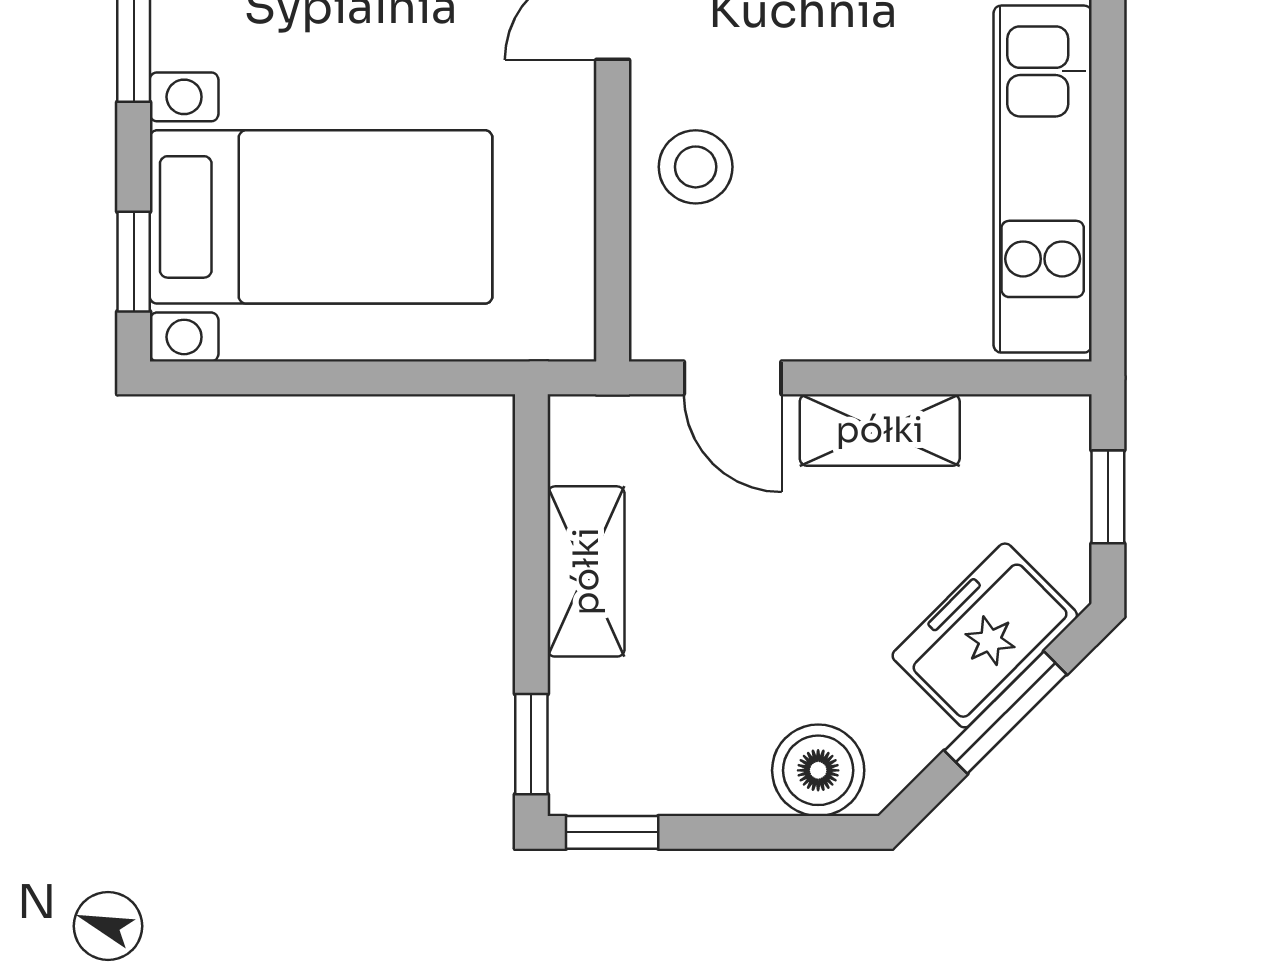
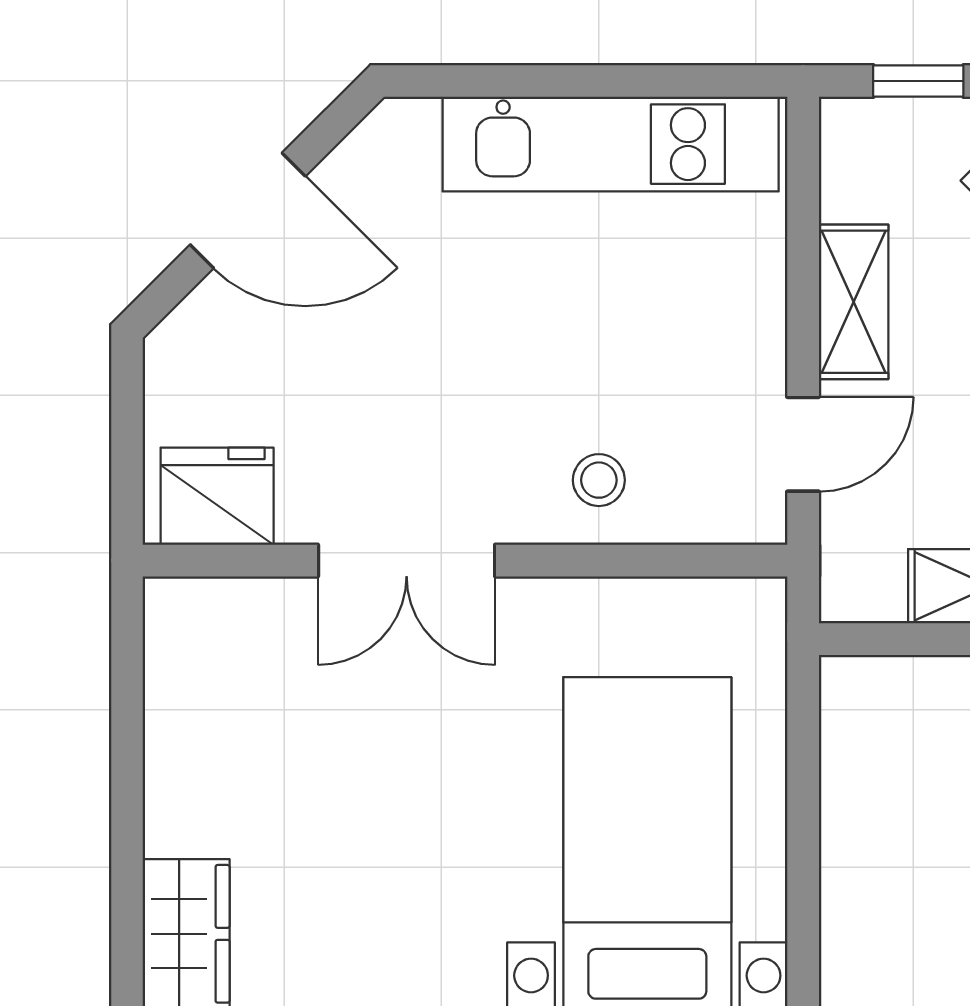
stool: (696, 167) -> (599, 480), width x0.73, depth x0.73

